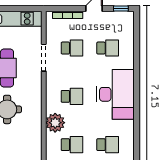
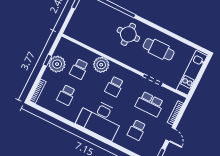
school desk: (72, 48) -> (150, 104), width x1.85

